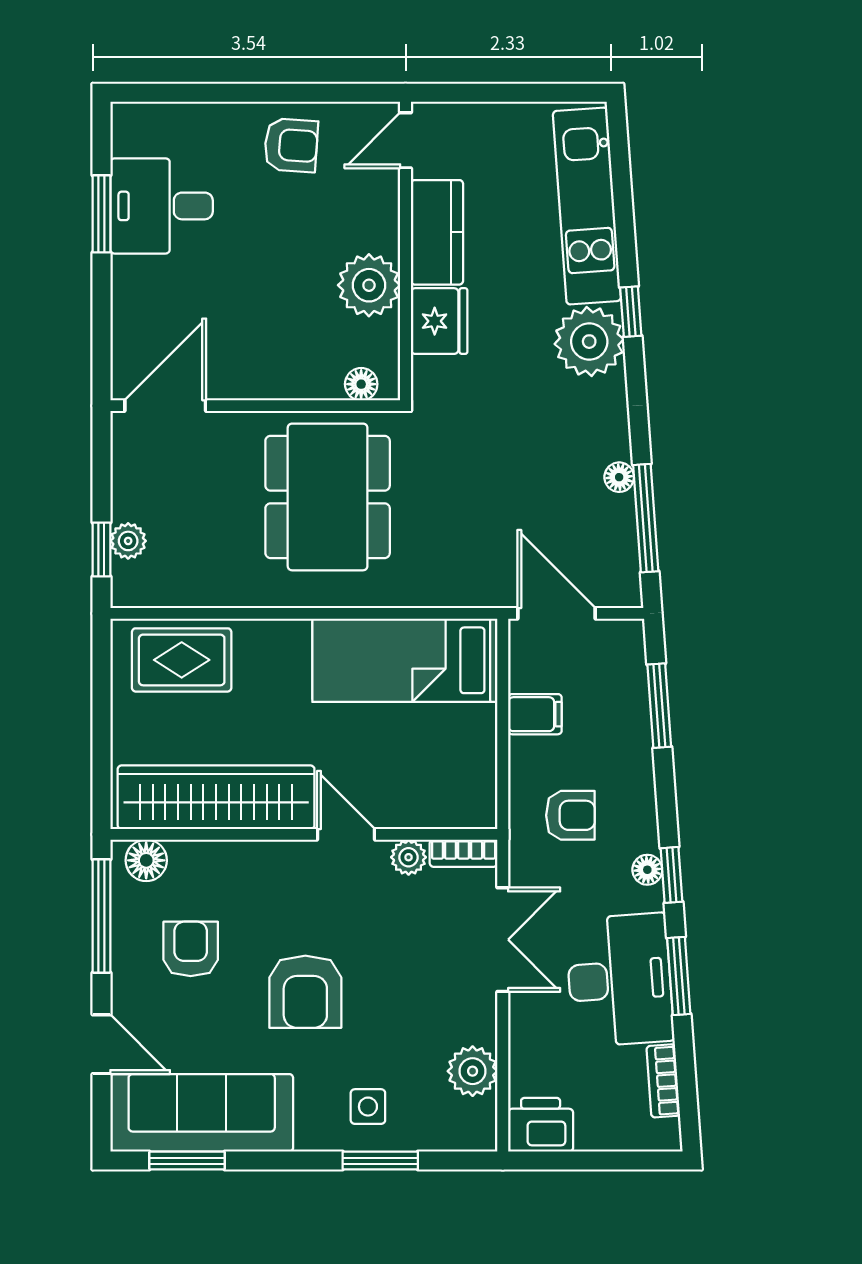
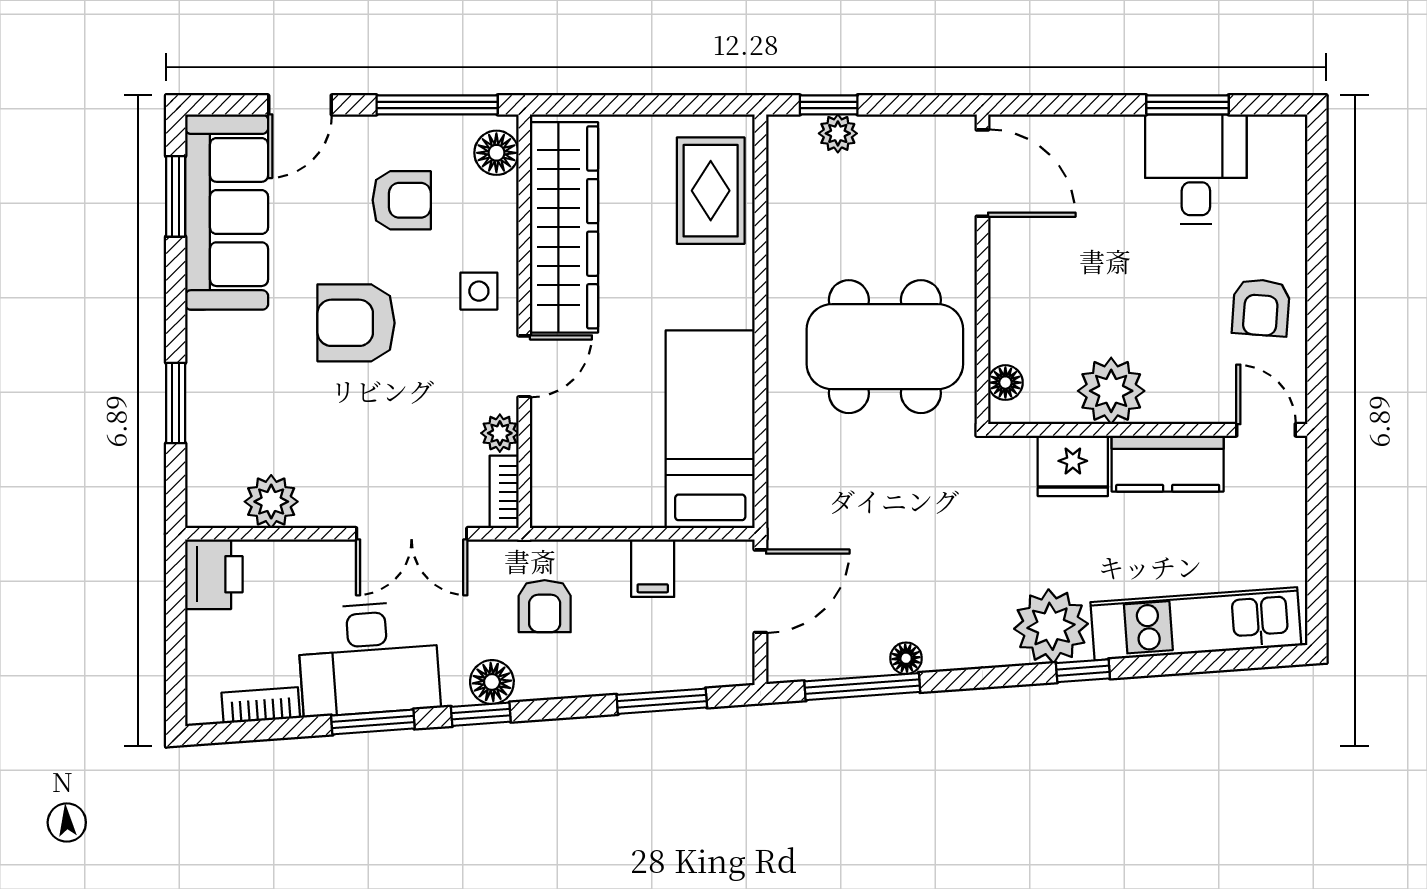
floor lamp: (647, 870) -> (492, 682), width x1.37, depth x1.37
side table: (368, 1107) -> (479, 291), moved

